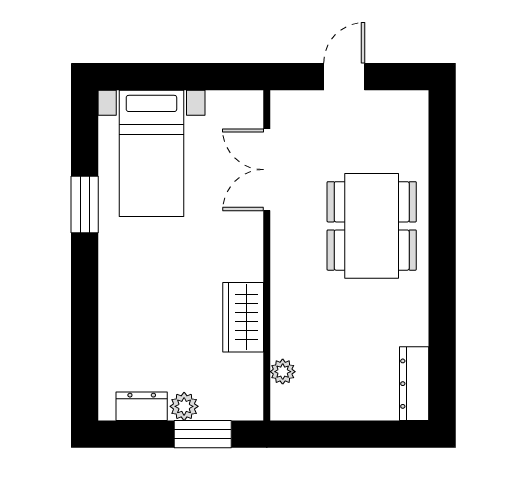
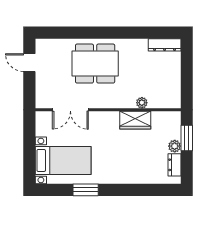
door: (344, 77) -> (29, 63), moved
plant: (283, 372) -> (142, 103), moved

